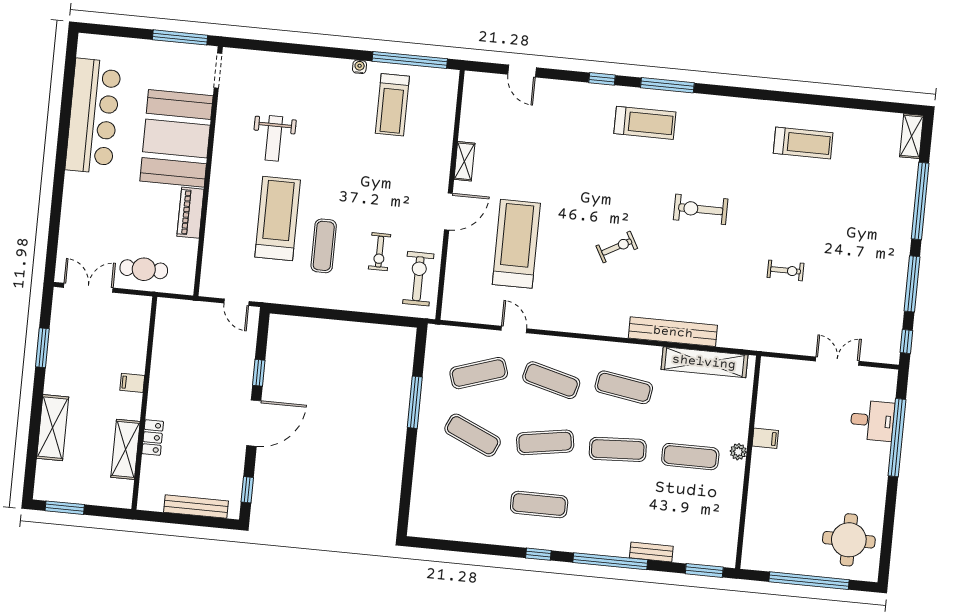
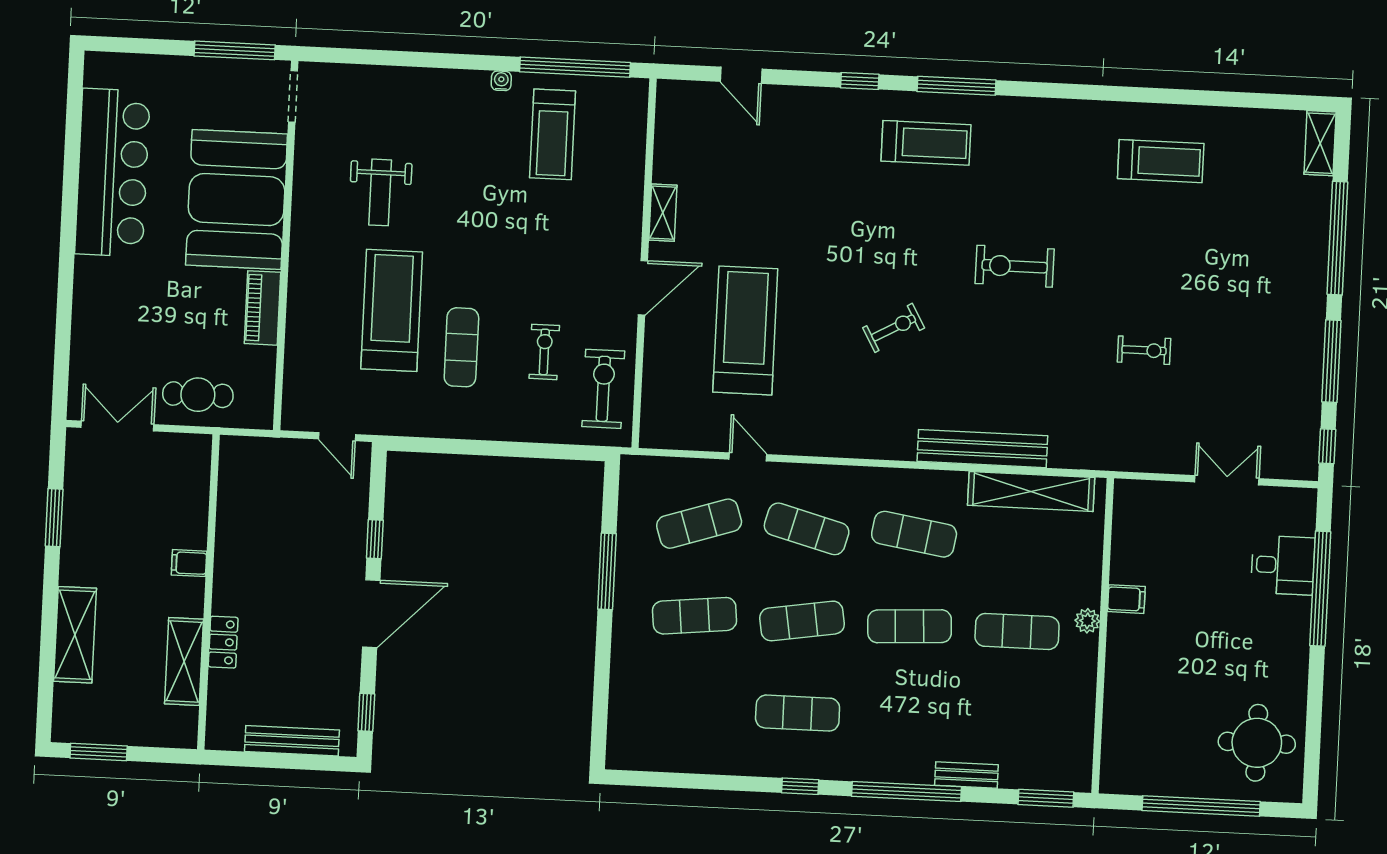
exercise bike: (380, 252) -> (544, 352), turned 180
exercise mat: (473, 435) -> (695, 616), turned -30

